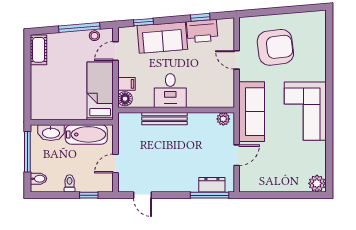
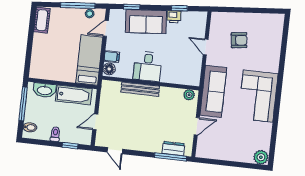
printer: (202, 31) -> (174, 17), width x0.53, depth x0.68
armchair: (275, 47) -> (239, 40), width x0.53, depth x0.53

